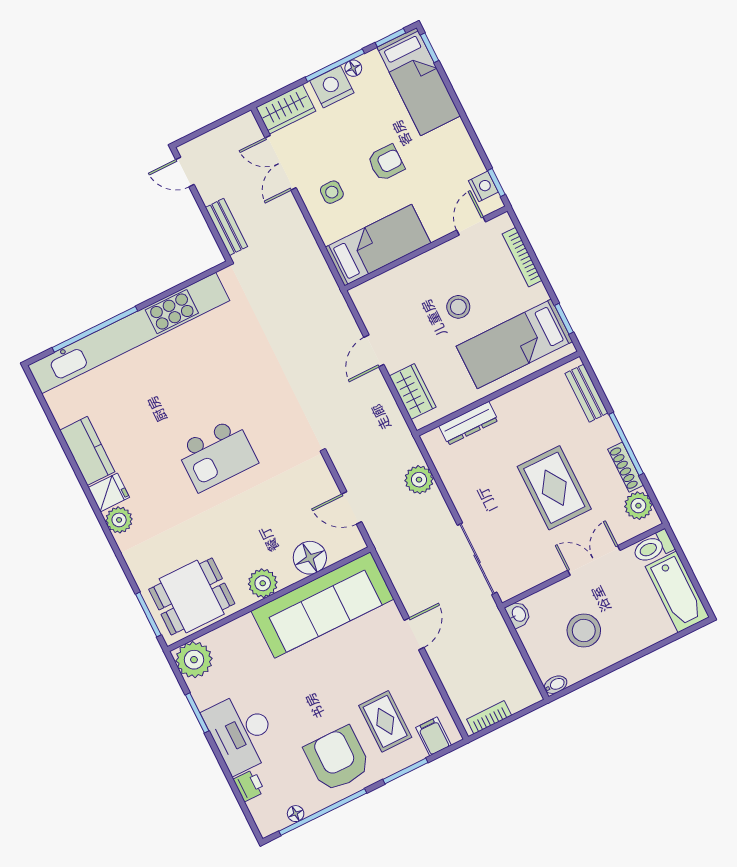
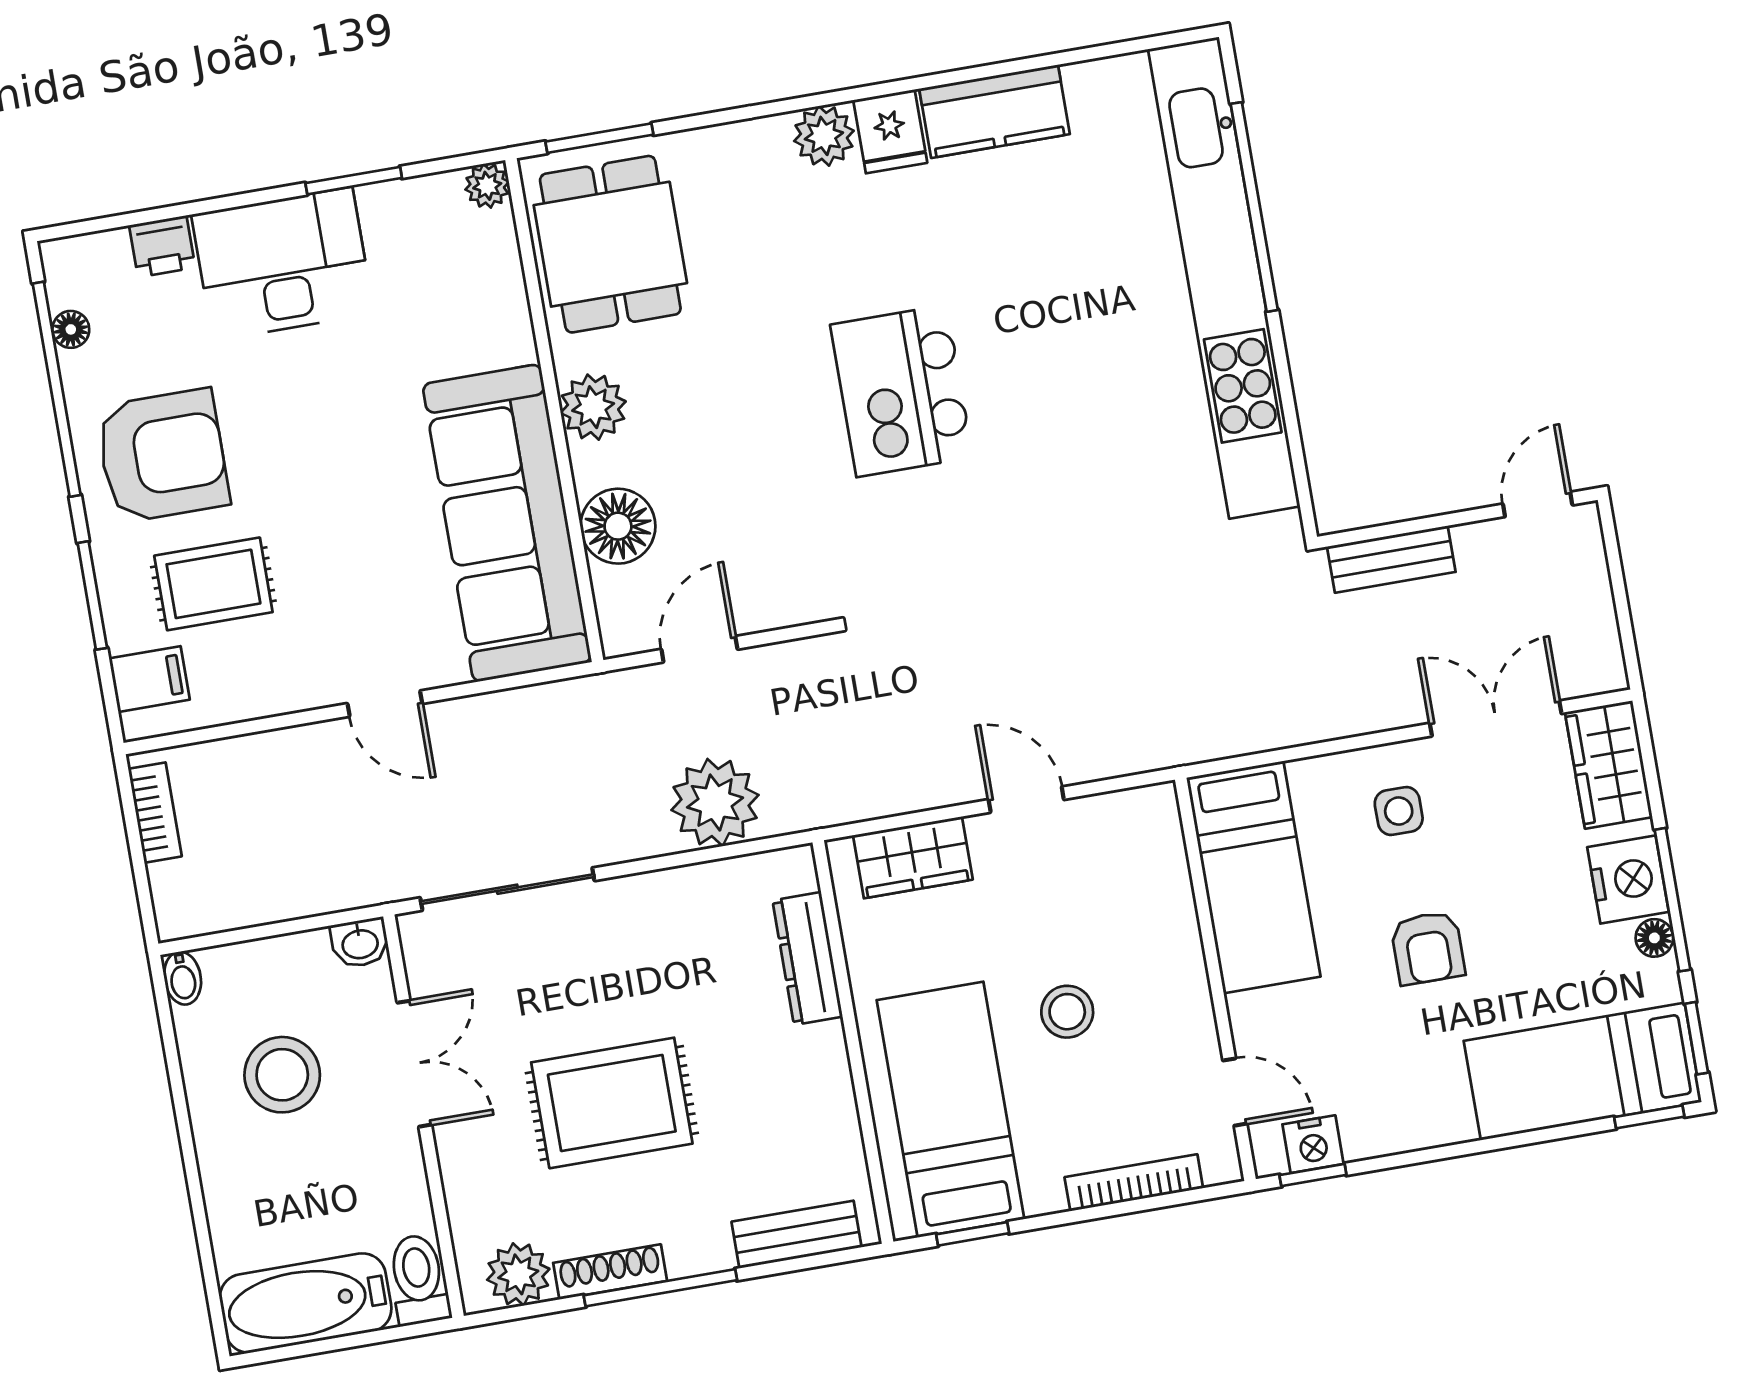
plant: (419, 480) -> (715, 803), width x1.36, depth x1.36
double door: (594, 560) -> (414, 1064), moved
plant: (194, 660) -> (487, 186), width x0.53, depth x0.53

